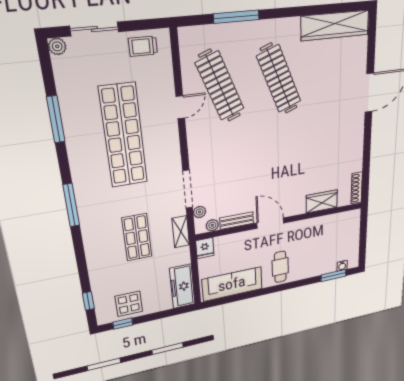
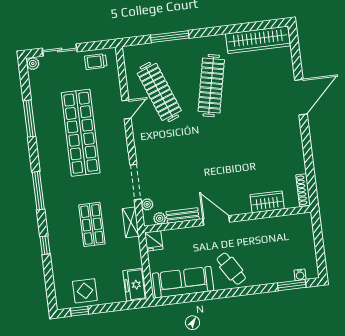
clothes rail: (279, 79) -> (211, 86), turned 33
cafe table: (280, 267) -> (231, 269), turned -32
freezer: (182, 286) -> (135, 285), width x0.71
window: (88, 301) -> (45, 245), moved

